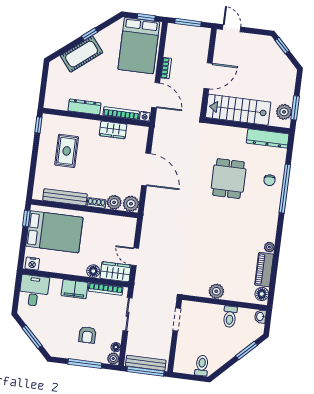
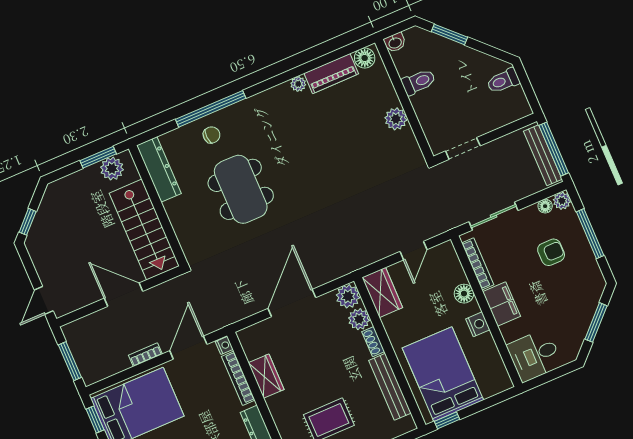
dining table: (229, 179) -> (241, 189), width x1.38
nightstand: (32, 264) -> (478, 324), moved
wardrobe: (115, 272) -> (382, 293), moved, turned 180

